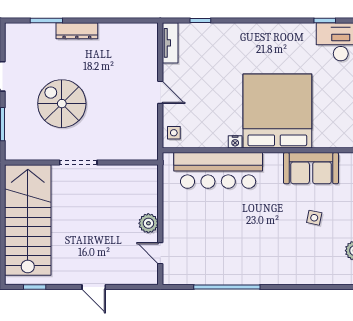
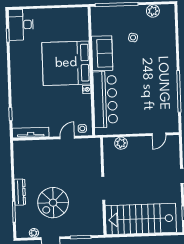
tv unit: (170, 43) -> (31, 133), width x1.41
plant: (12, 51) -> (34, 233), added
door: (160, 92) -> (67, 137), moved
spiral stairs: (62, 104) -> (53, 203), moved
sofa: (311, 168) -> (102, 53), moved
plant: (148, 223) -> (121, 143), moved

